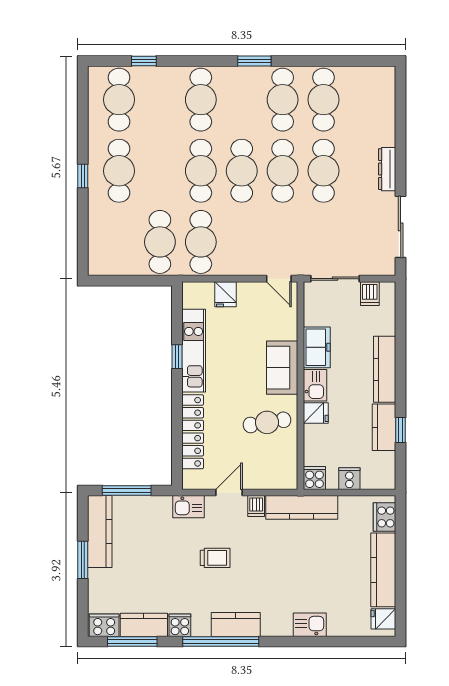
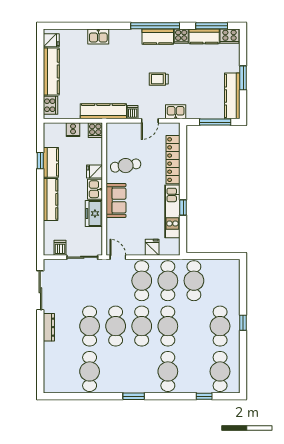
cafe table: (283, 100) -> (142, 281), moved
kitchen counter: (236, 624) -> (158, 37), moved

